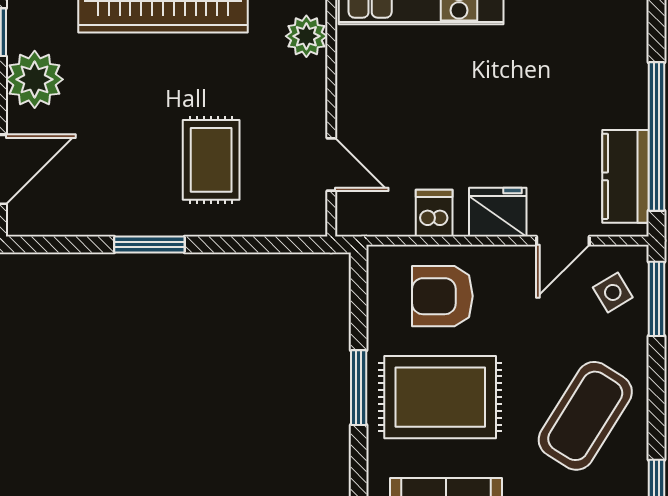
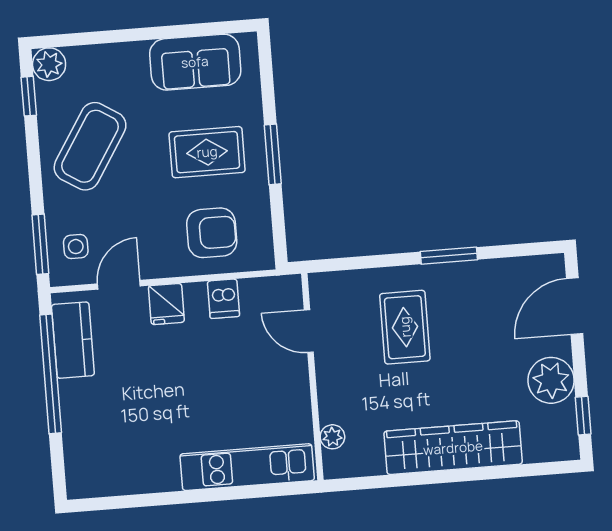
plant: (306, 36) -> (332, 437), width x0.73, depth x0.73
fridge: (498, 212) -> (166, 304), width x0.72
side table: (613, 292) -> (76, 247), turned 31
rug: (440, 397) -> (207, 152), width x0.73, depth x0.70

